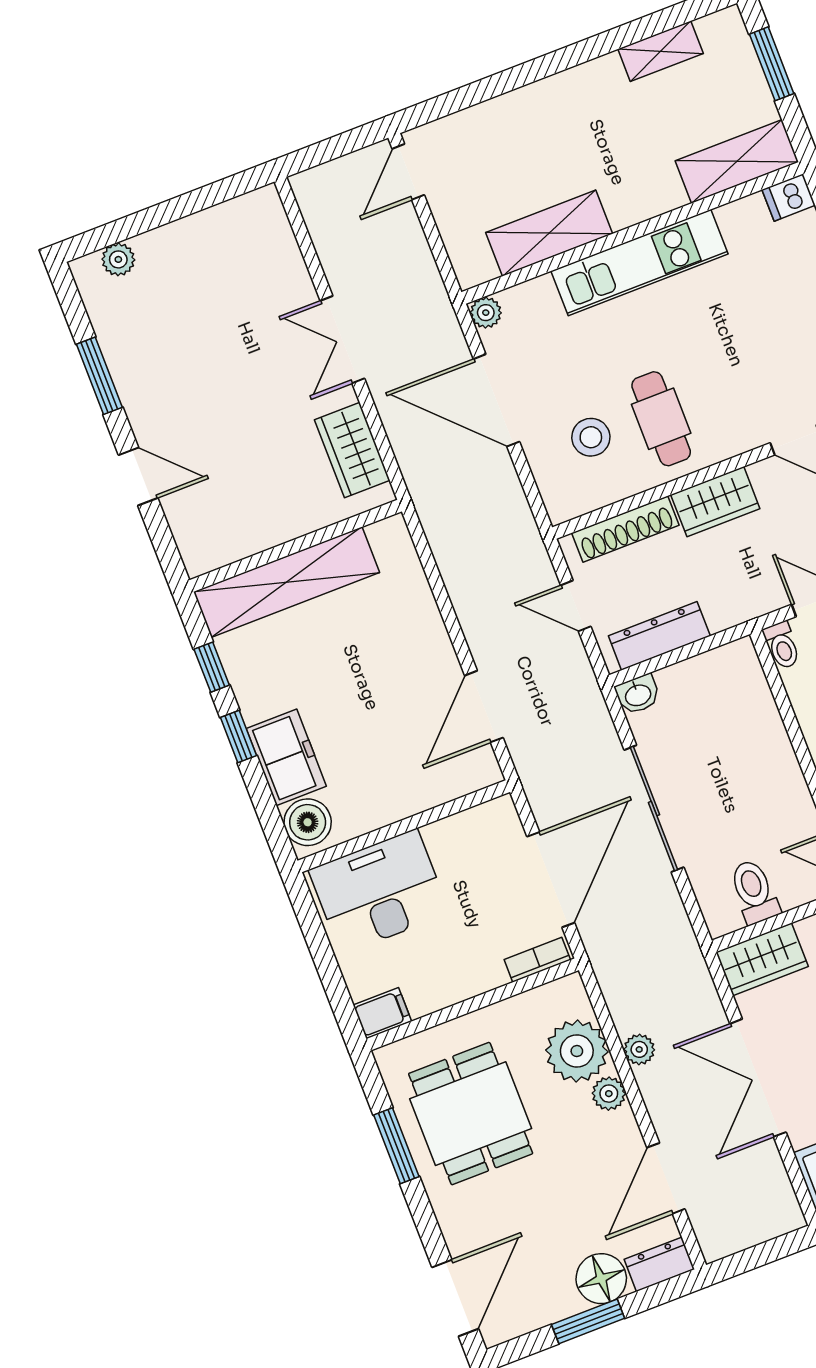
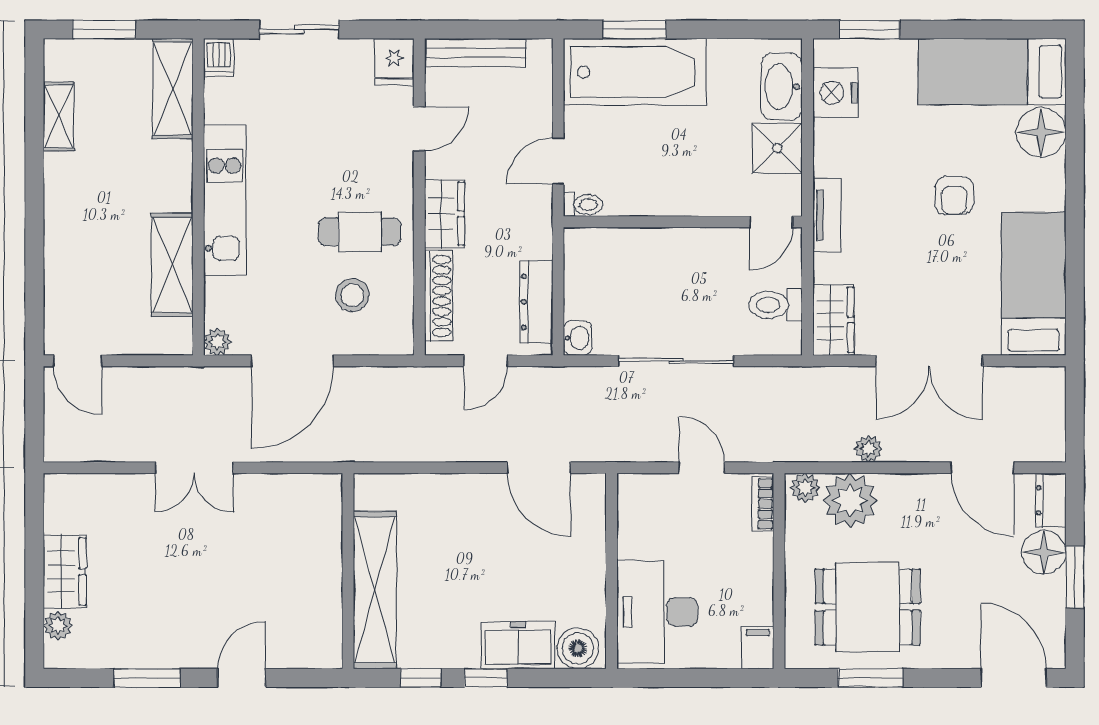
wardrobe: (352, 450) -> (65, 572), moved, turned -90
door: (551, 880) -> (702, 468), width x0.53
plant: (609, 1094) -> (805, 488), moved

